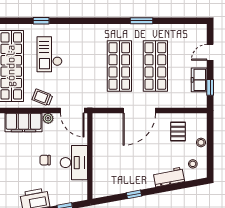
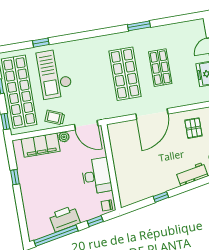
checkout: (49, 54) -> (55, 74), width x1.36, depth x1.21
shop shelf: (155, 66) -> (160, 68), width x0.70, depth x0.74
chair: (45, 160) -> (107, 205), moved

